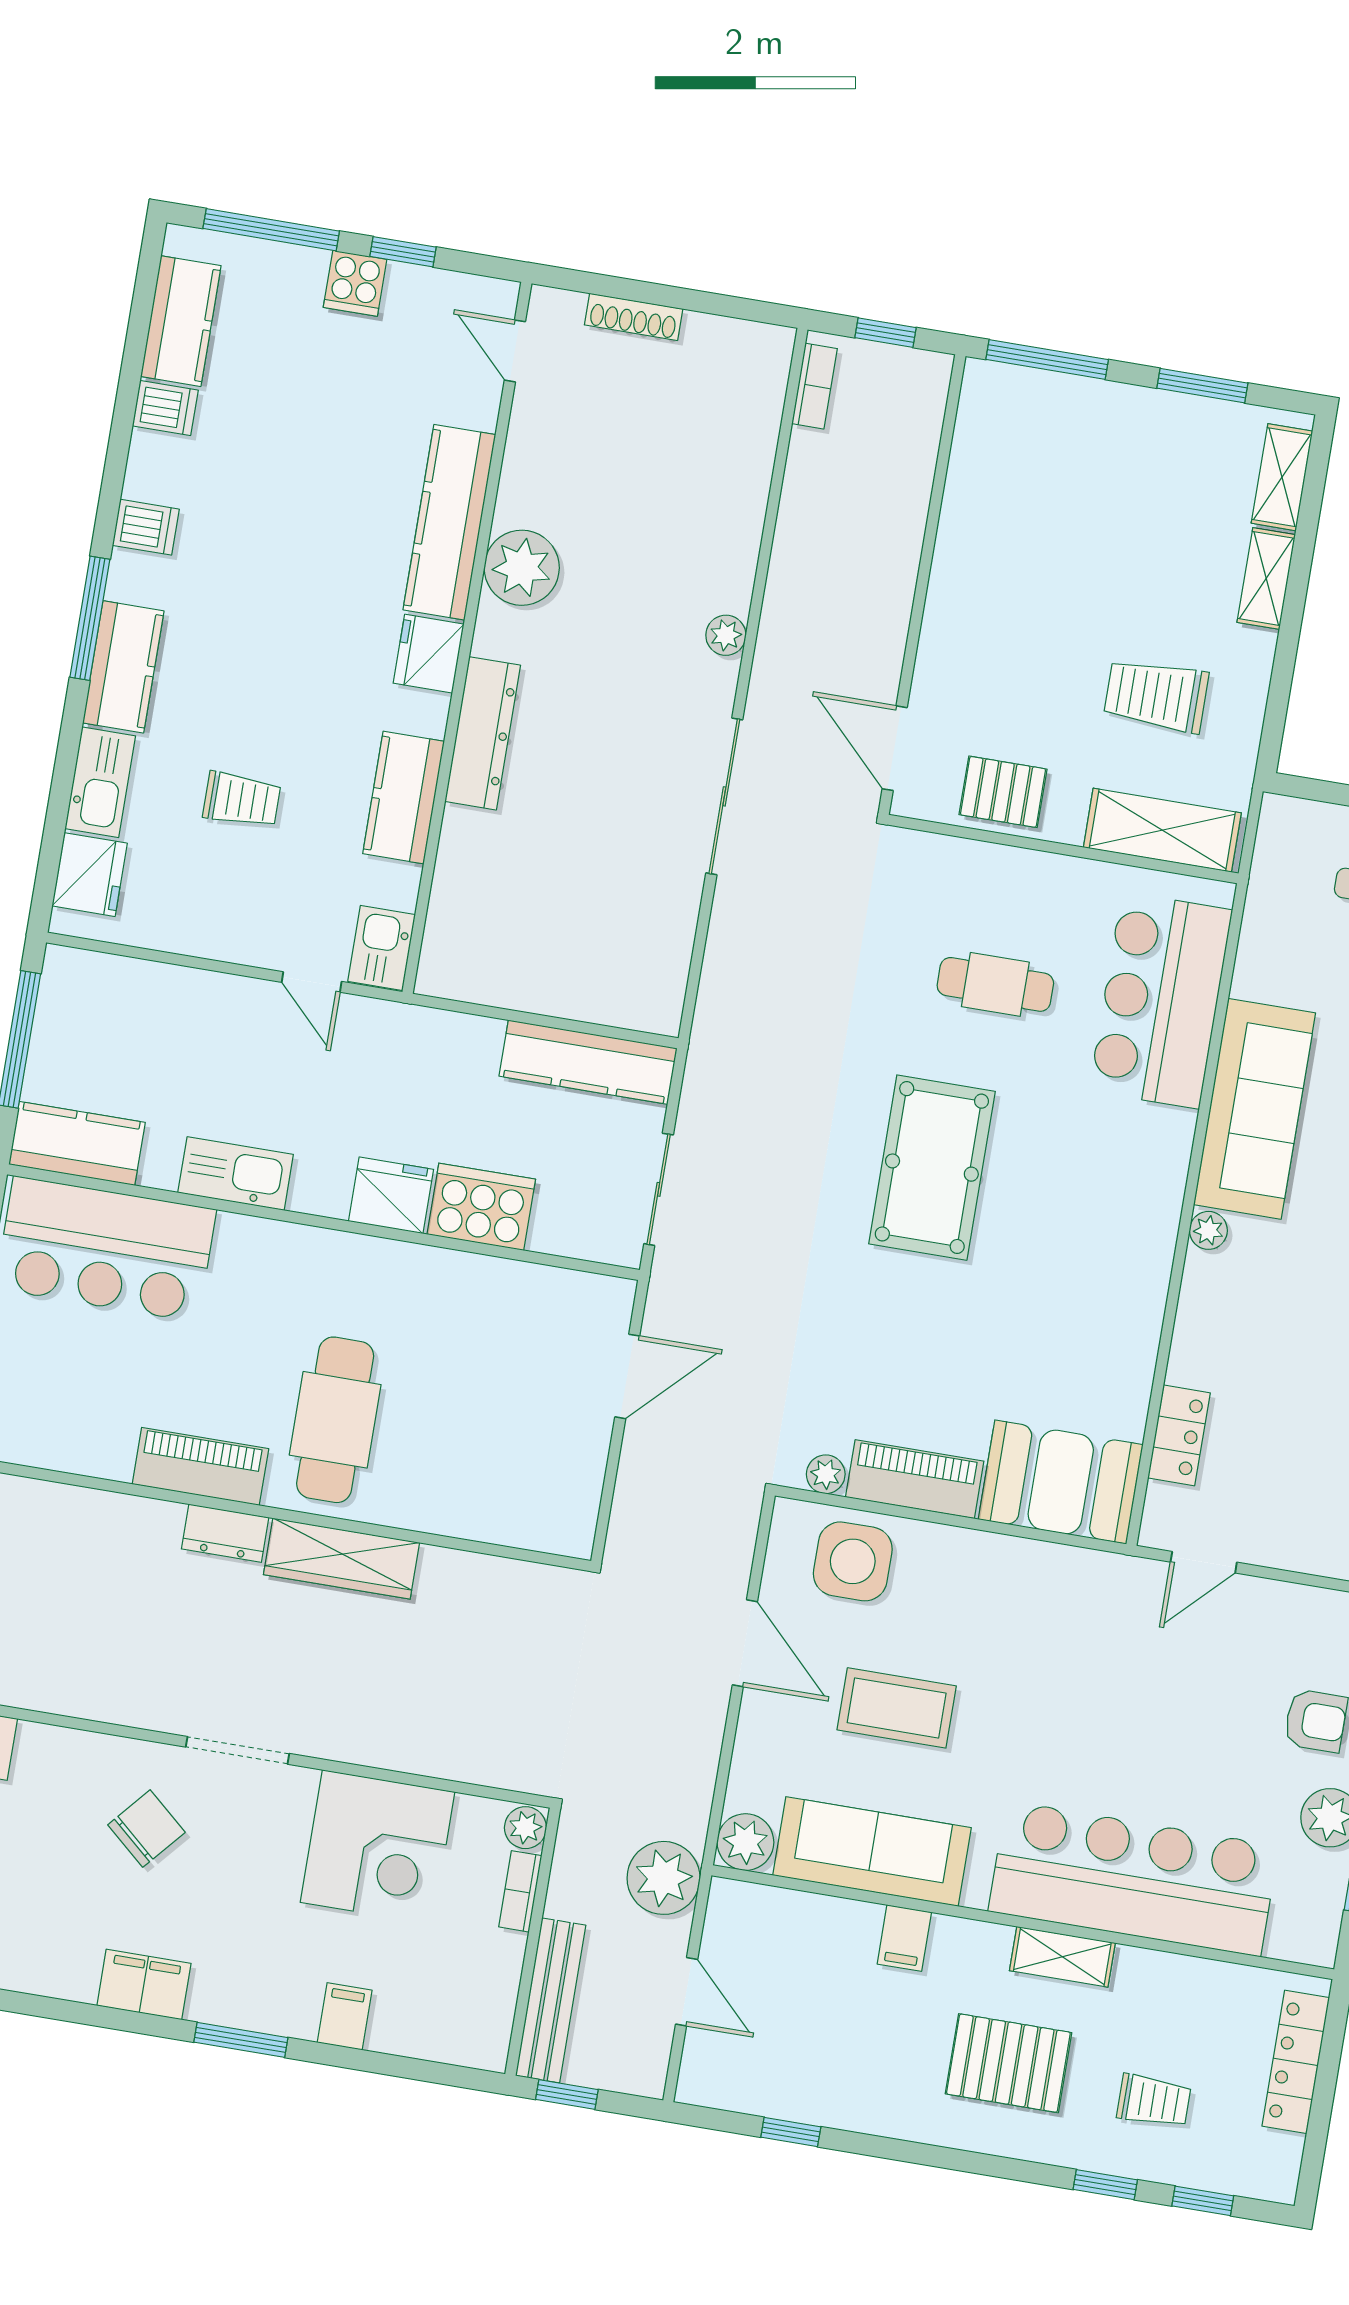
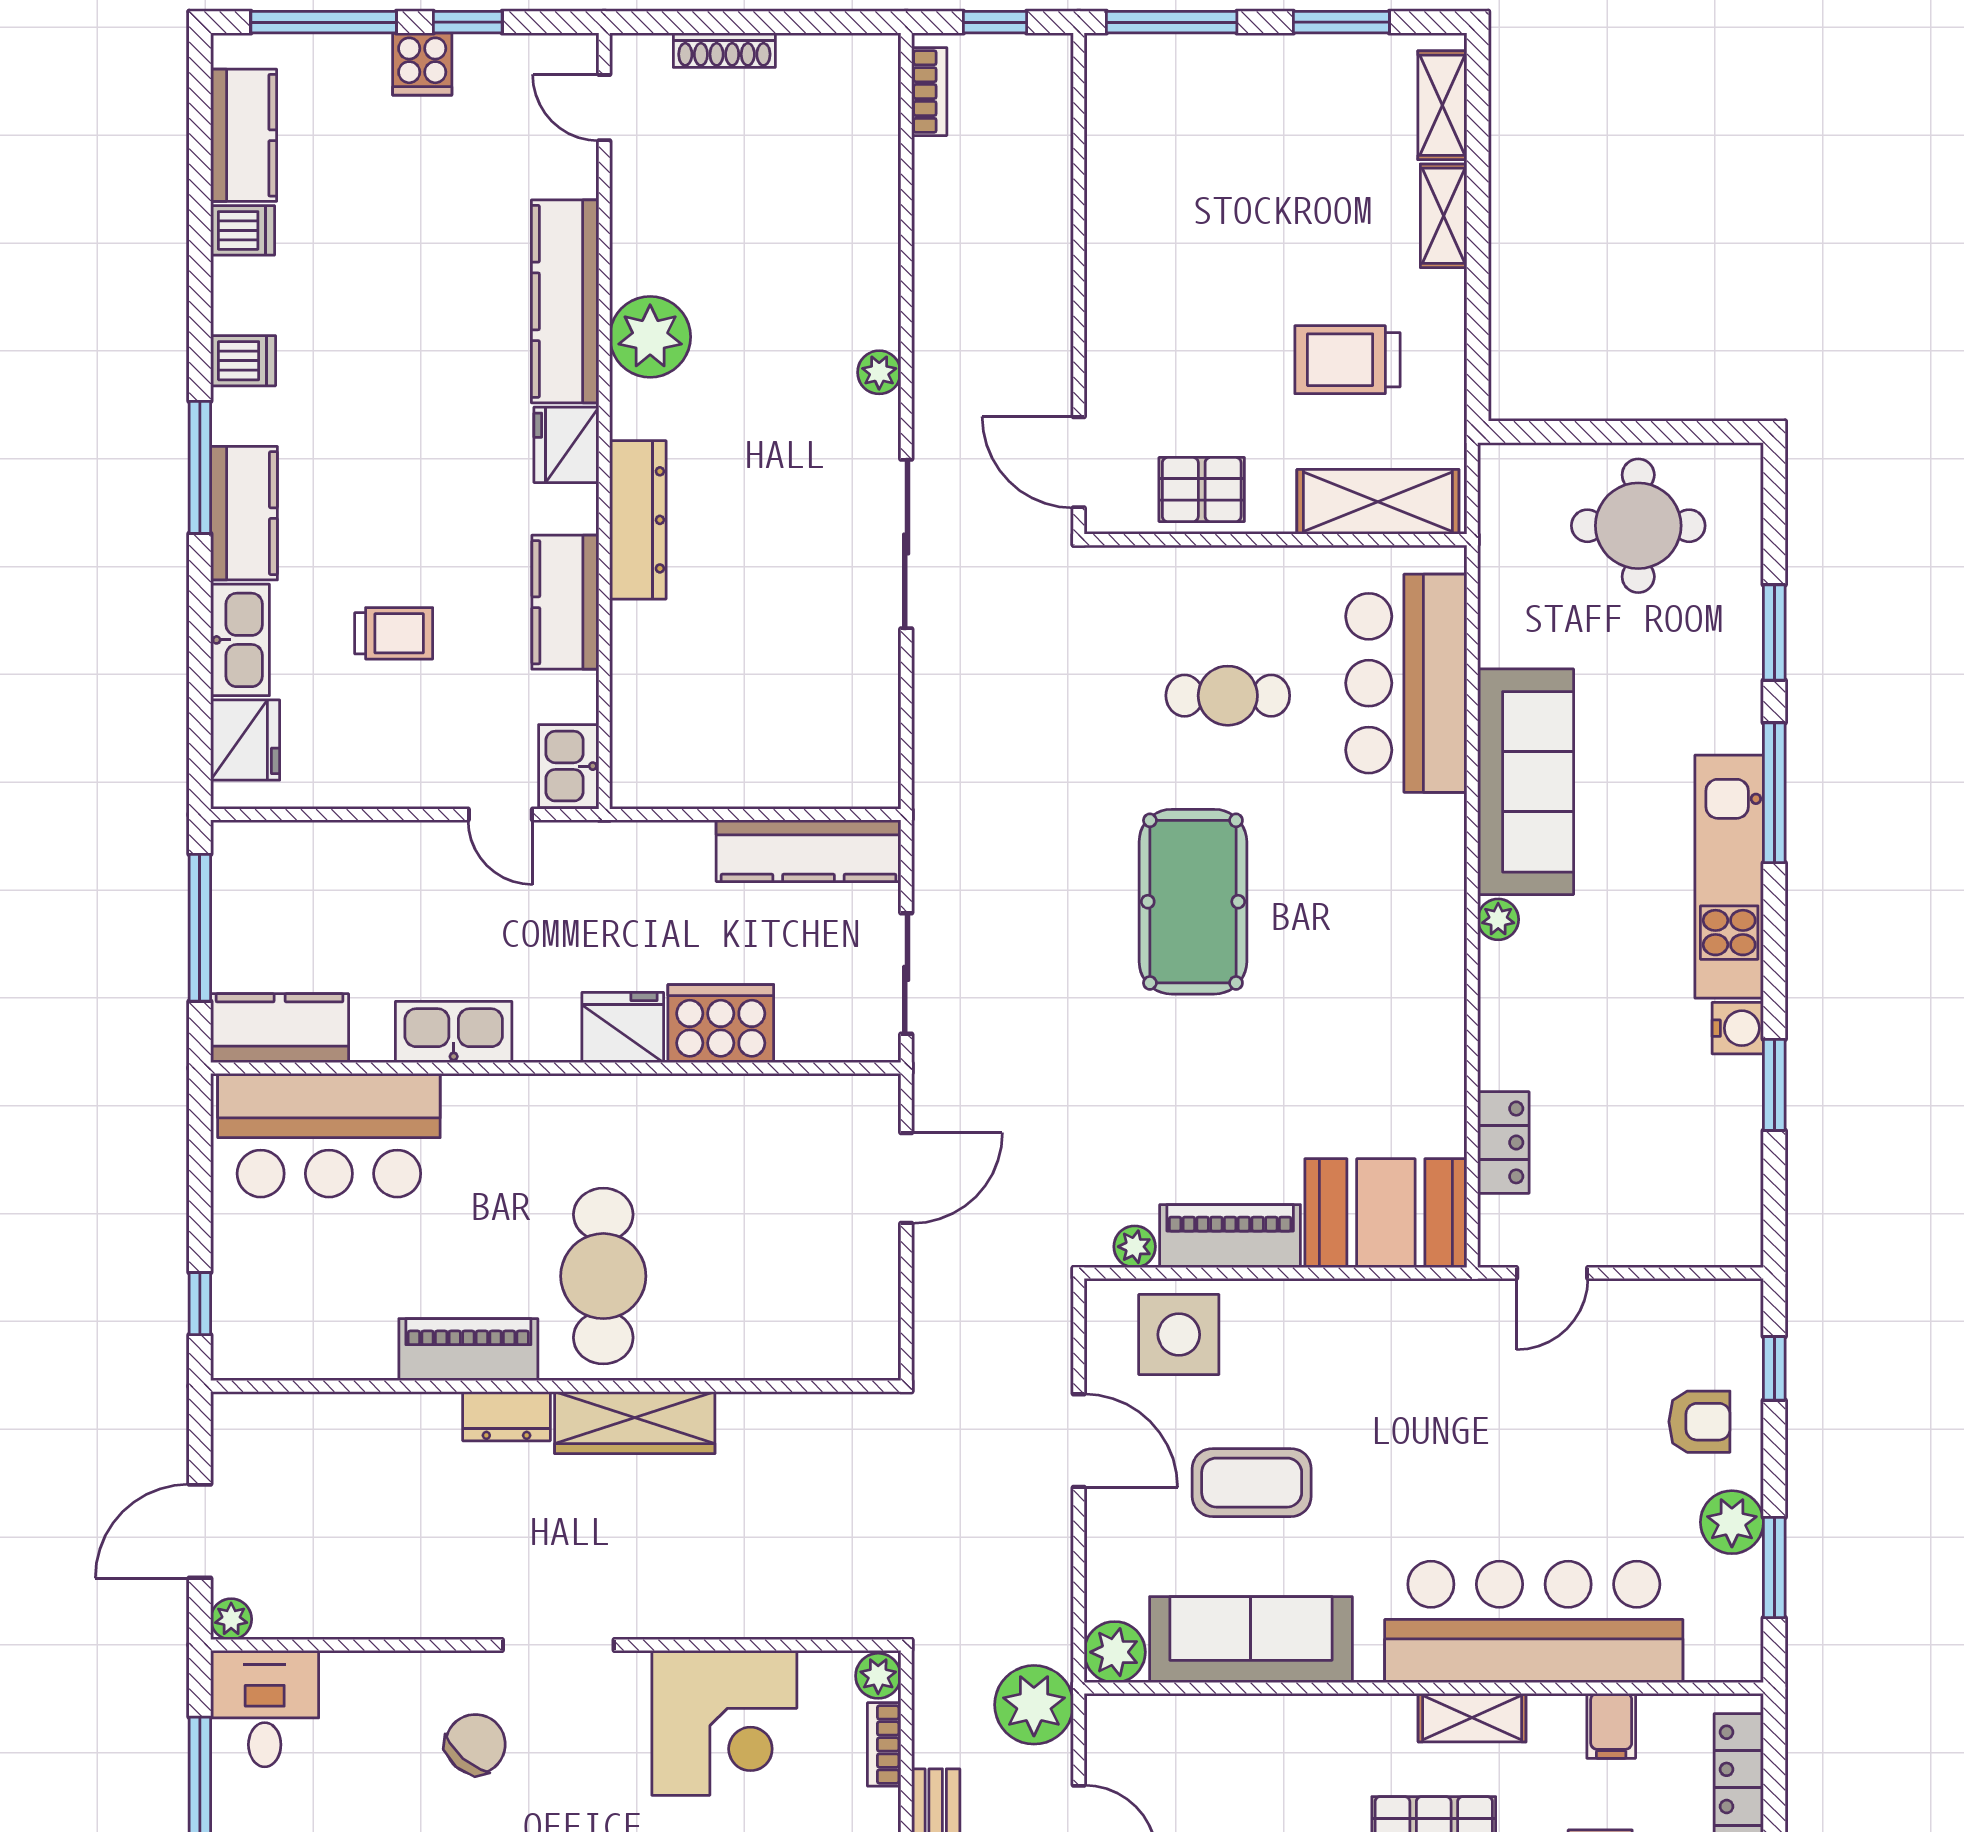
filing cabinet: (904, 1938) -> (1611, 1726), moved

